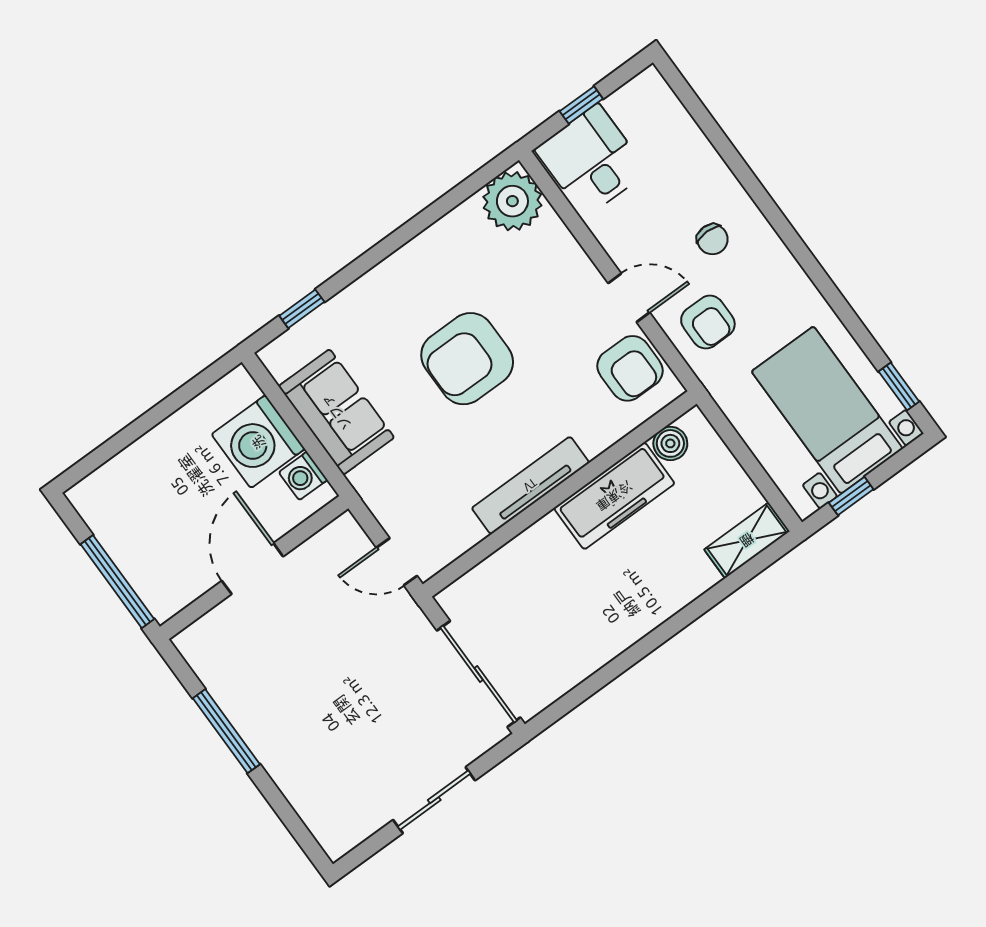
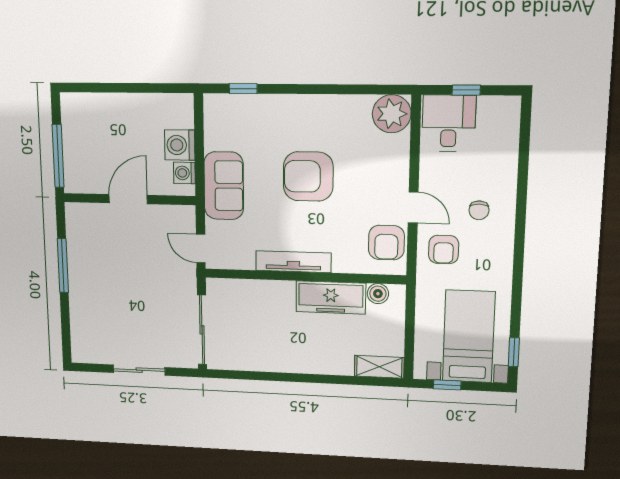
sofa: (336, 412) -> (224, 186), moved
washing machine: (258, 442) -> (180, 145), width x0.73, depth x0.73

